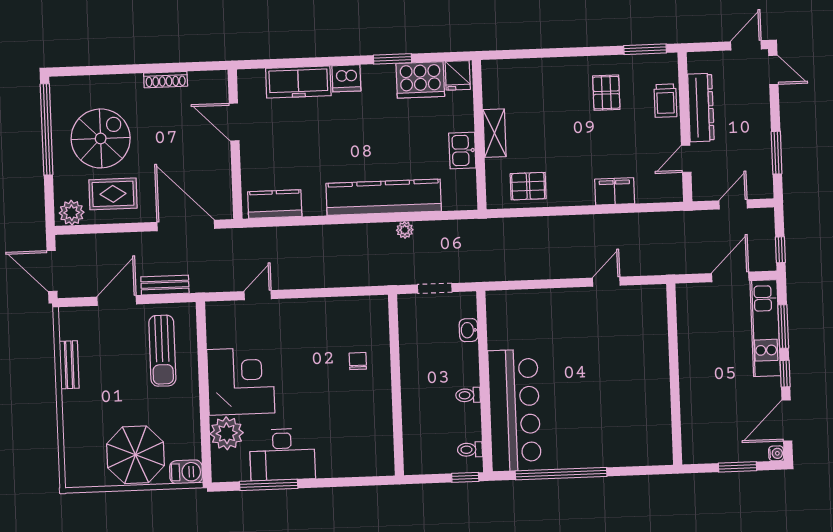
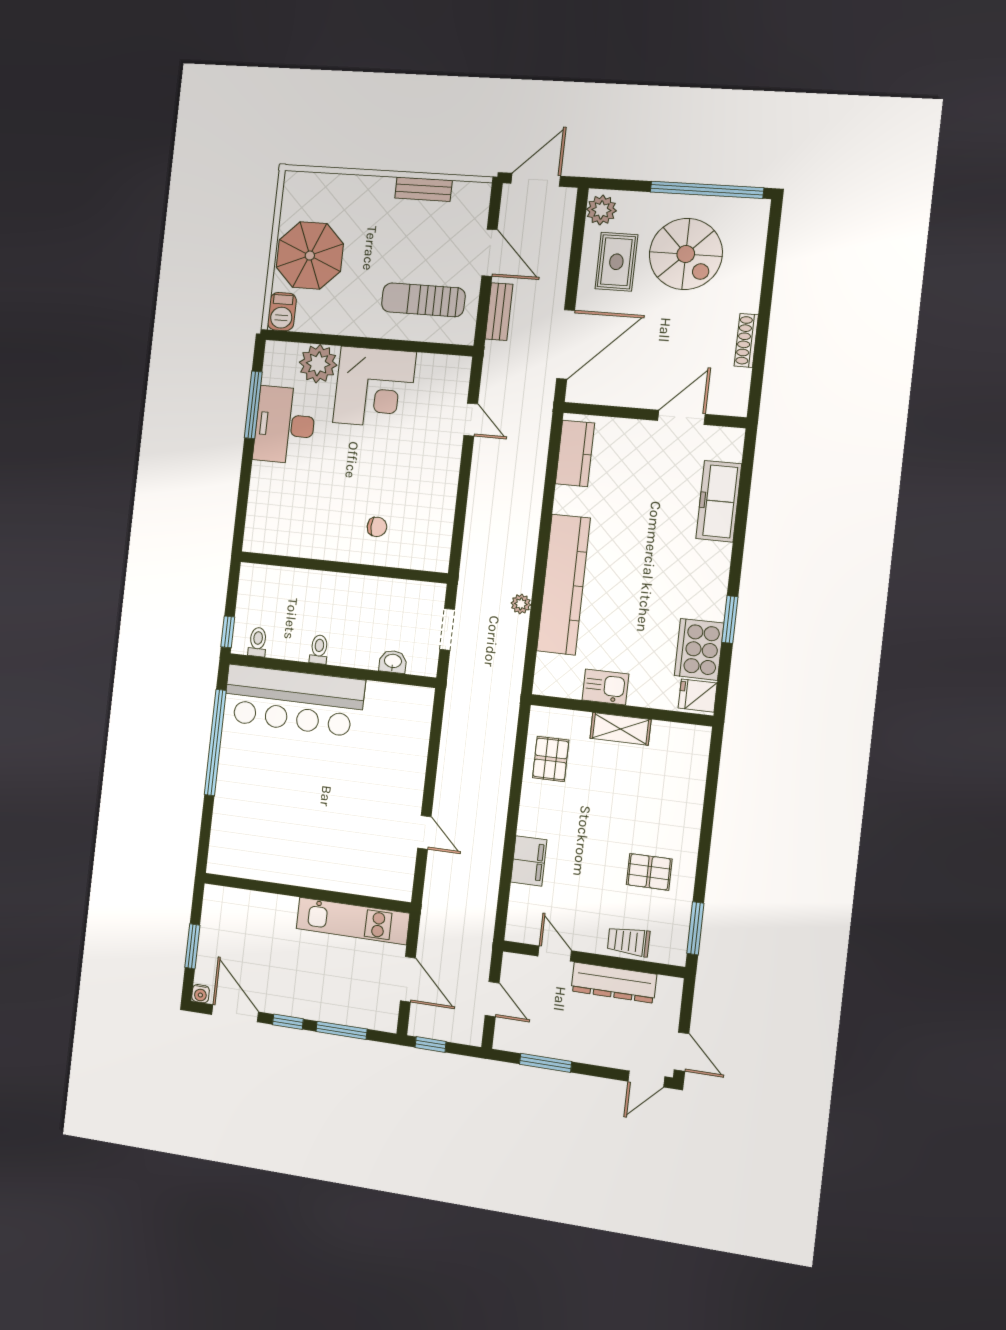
dishwasher: (346, 78) -> (714, 560), removed
kitchen unit: (765, 328) -> (353, 921), moved, turned 180

